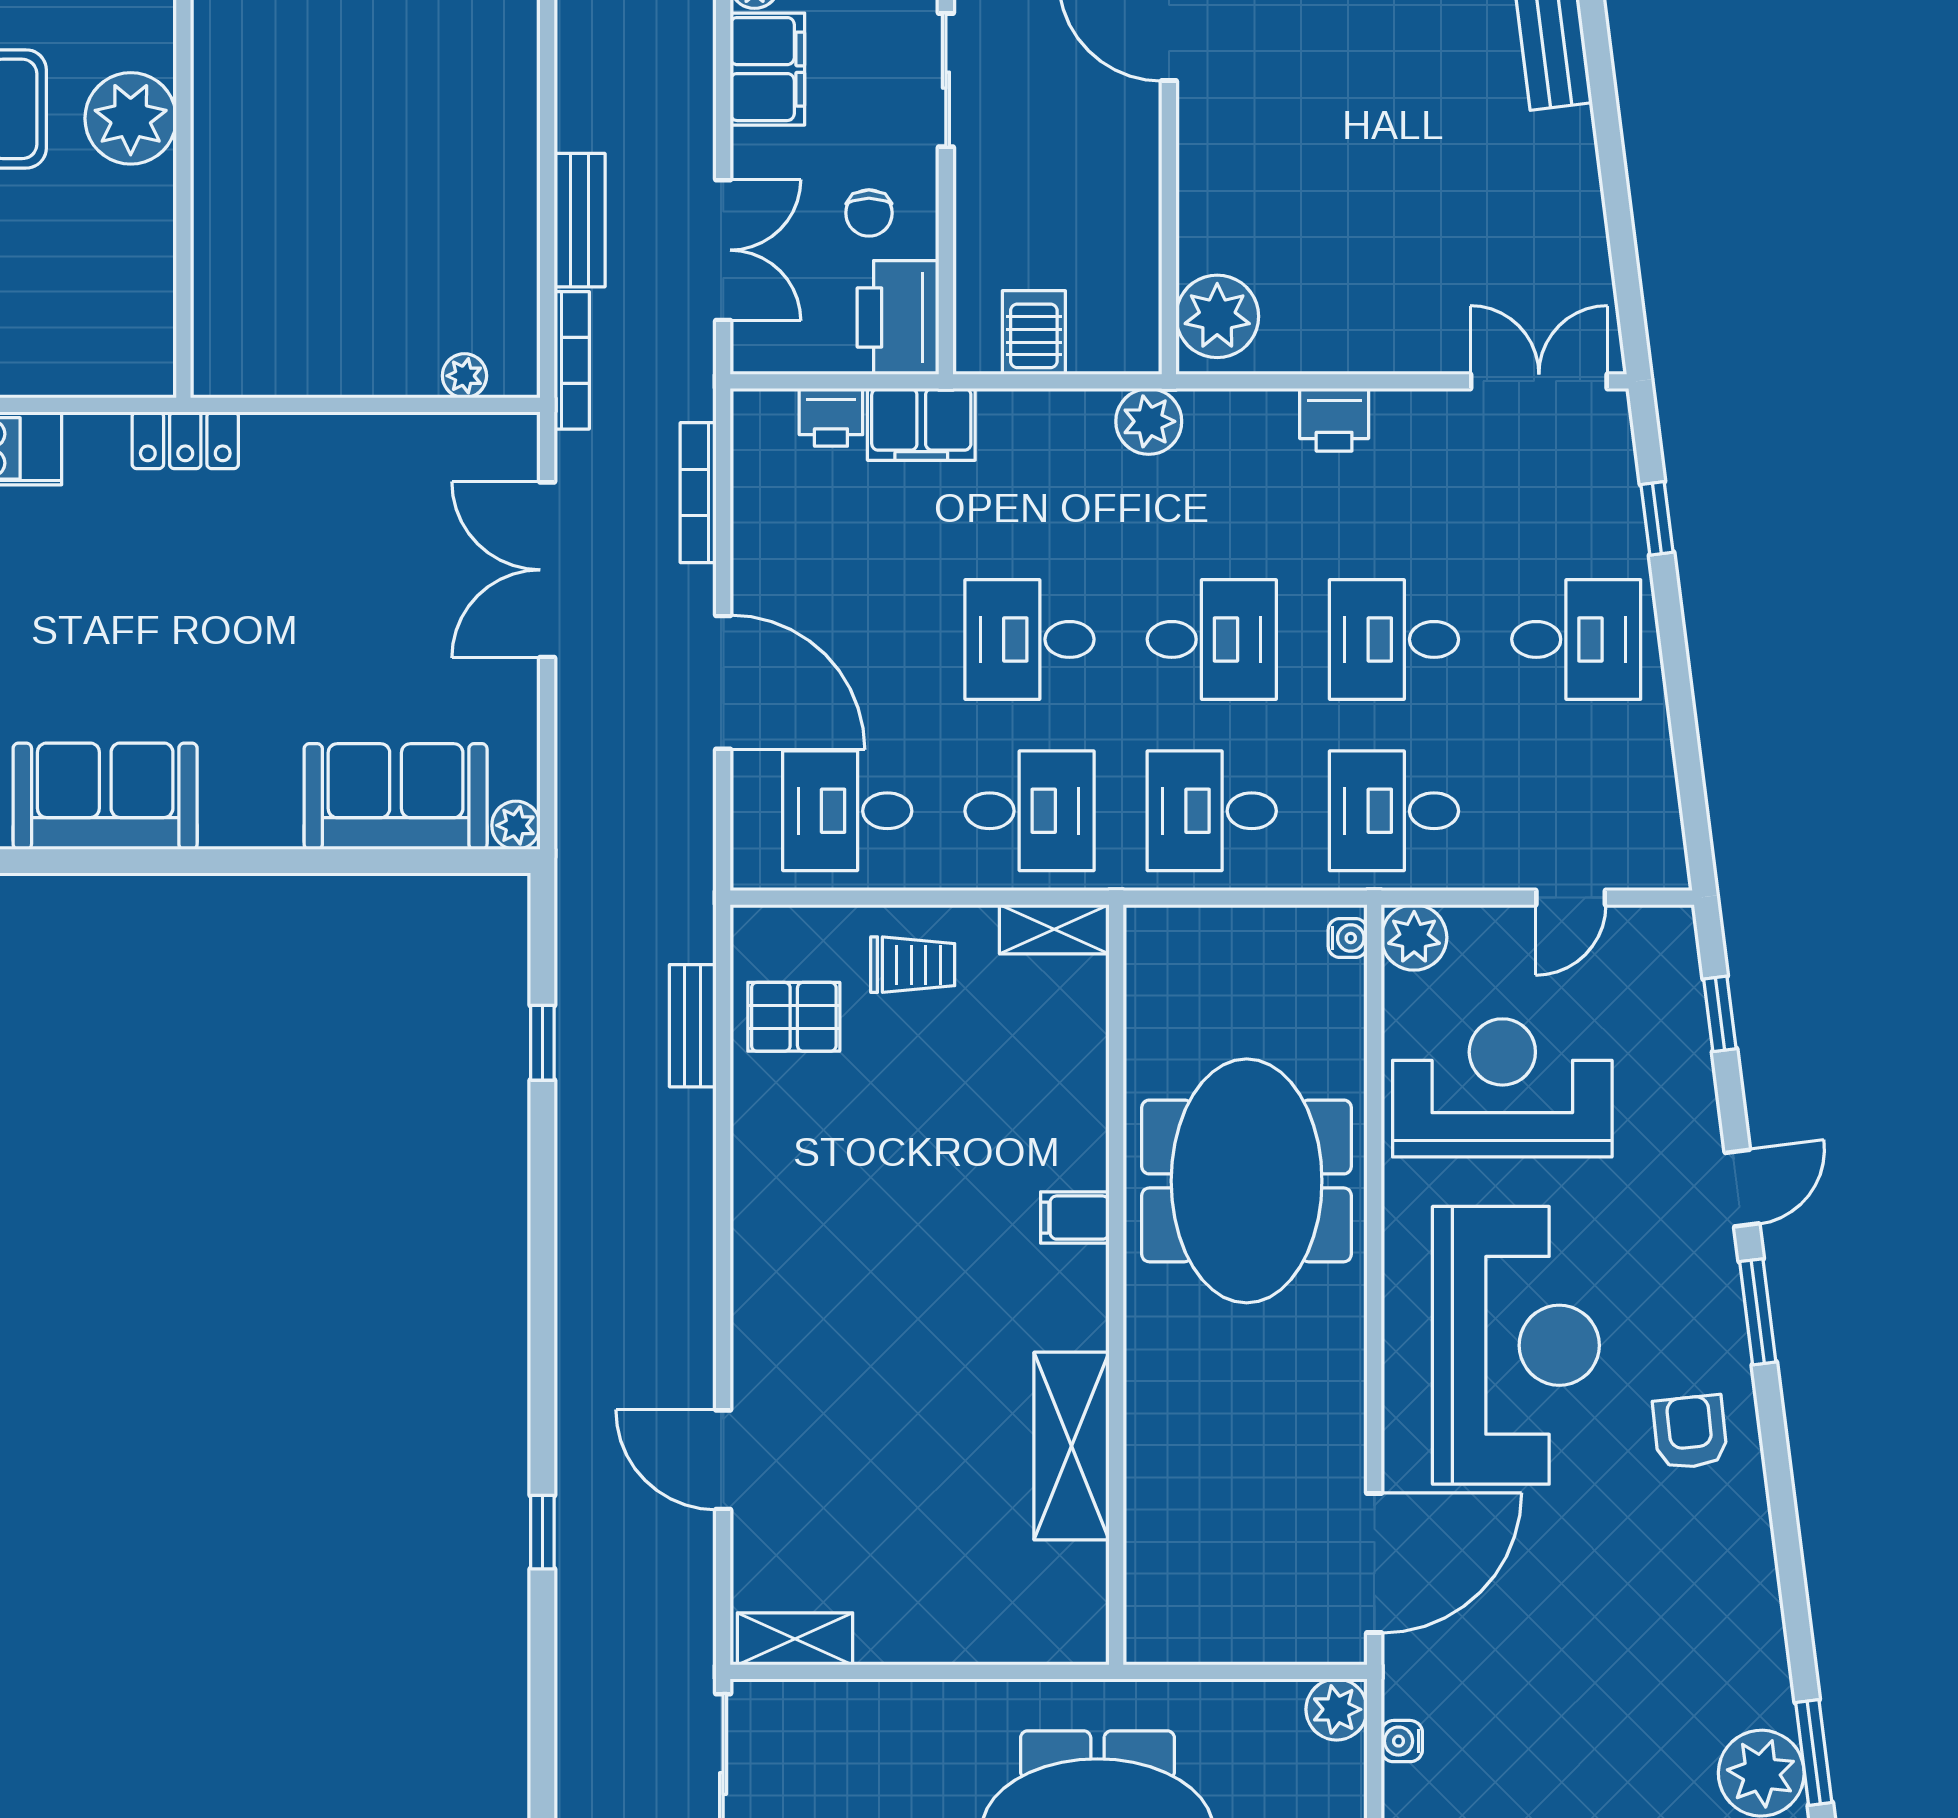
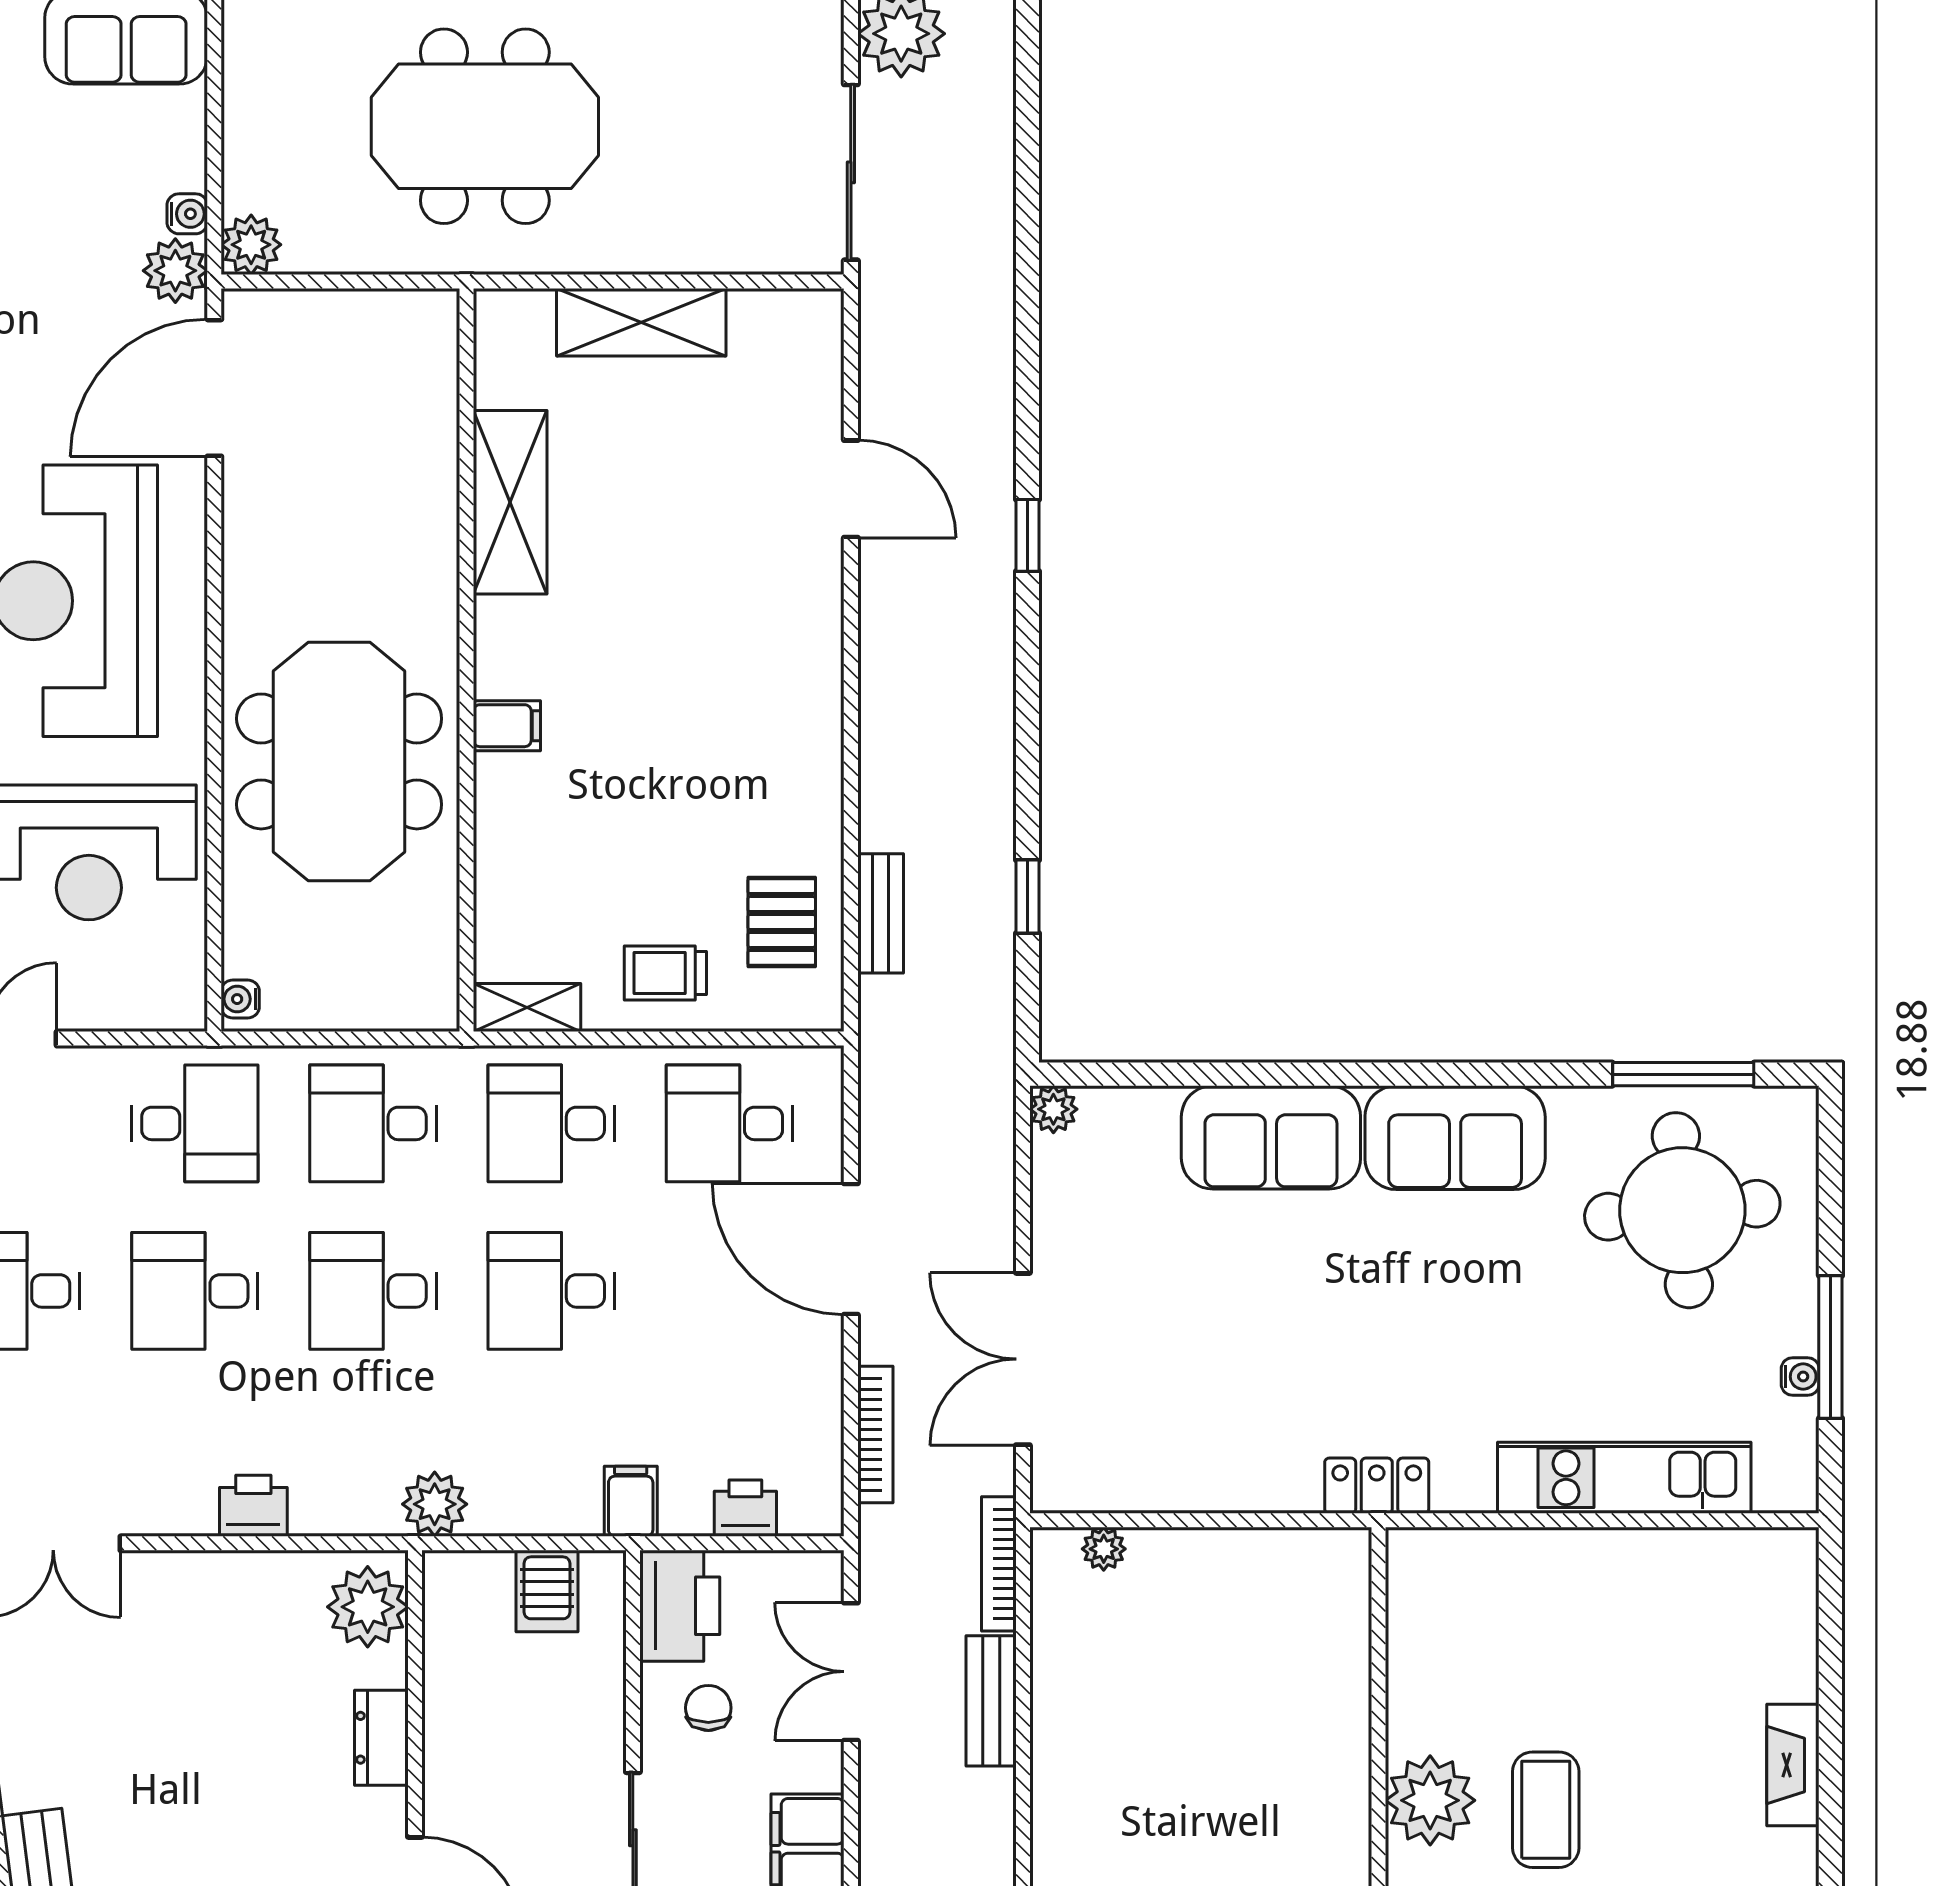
dresser: (1203, 182) -> (381, 1738), added
filing cabinet: (921, 424) -> (631, 1501), width x0.50
double door: (547, 570) -> (1023, 1359), swing flipped
desk: (1029, 639) -> (551, 1291), turned 180
desk: (1394, 639) -> (195, 1291), turned 180
sofa: (396, 797) -> (1271, 1137), moved
desk: (847, 811) -> (729, 1123), turned 180
desk: (1212, 811) -> (373, 1123), turned 180
plant: (1414, 937) -> (175, 271), moved
pallet: (794, 1017) -> (782, 922), turned 90
window: (542, 1532) -> (1028, 535), moved
shelving: (795, 1639) -> (641, 322), moved, width x1.50, depth x1.33

